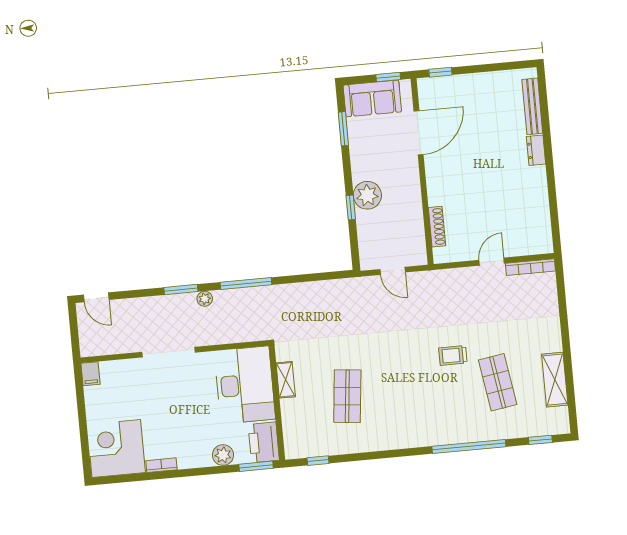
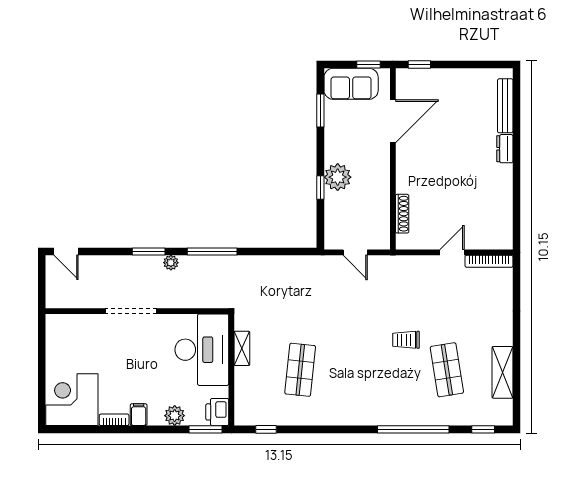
filing cabinet: (91, 374) -> (139, 415), moved, turned 180
printer: (264, 442) -> (217, 412), width x0.73, depth x0.84

